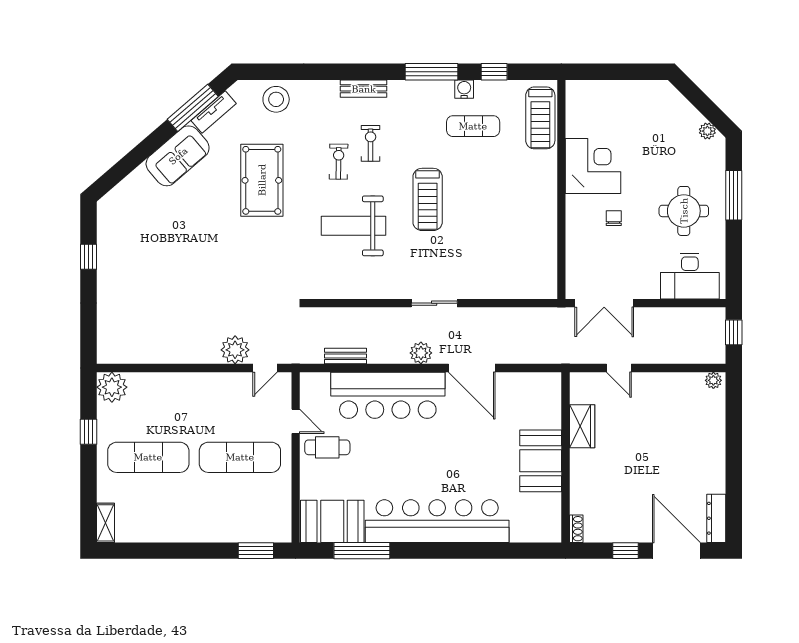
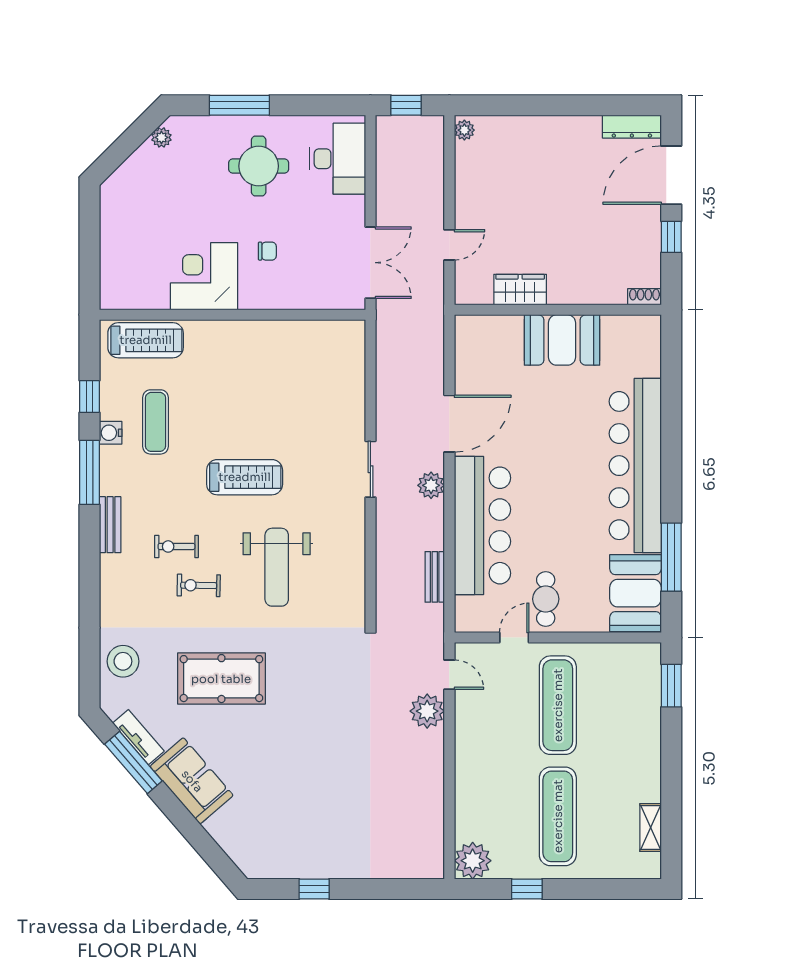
bench: (364, 89) -> (110, 525), moved
chair: (614, 218) -> (267, 251), turned 180
shelving: (106, 523) -> (651, 828), moved, turned 90

